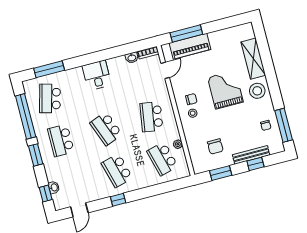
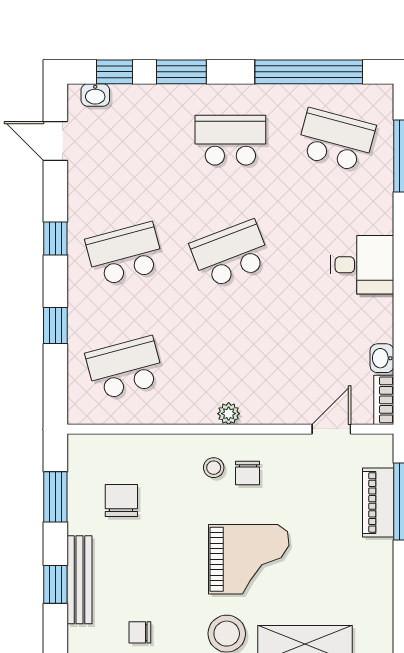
piano: (190, 46) -> (378, 502), width x0.73, depth x0.75
door: (165, 70) -> (331, 429), swing flipped
school desk: (151, 117) -> (230, 368), removed
plant: (178, 144) -> (229, 414), moved
chair: (215, 146) -> (121, 501), turned 90
window: (36, 155) -> (181, 72), moved
washbasin: (54, 187) -> (95, 95), moved
window: (153, 191) -> (55, 325), added

